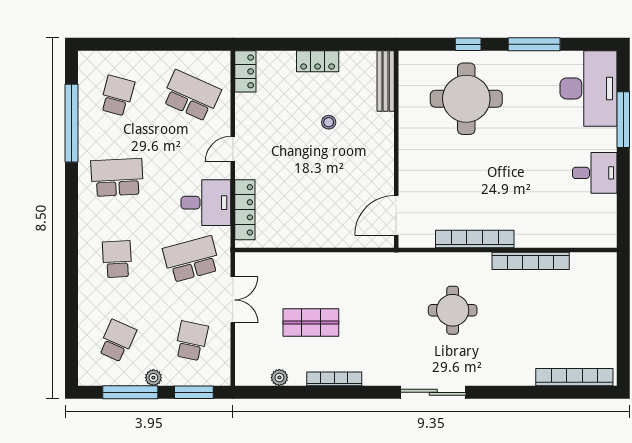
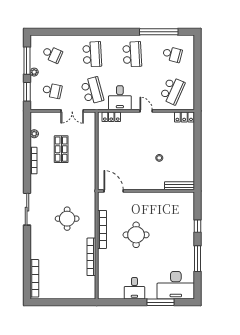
locker: (318, 61) -> (189, 152), removed
round table: (466, 99) -> (136, 235), moved, width x0.73, depth x0.73
locker: (245, 210) -> (111, 117), width x0.66
school desk: (117, 259) -> (92, 54), width x1.85

